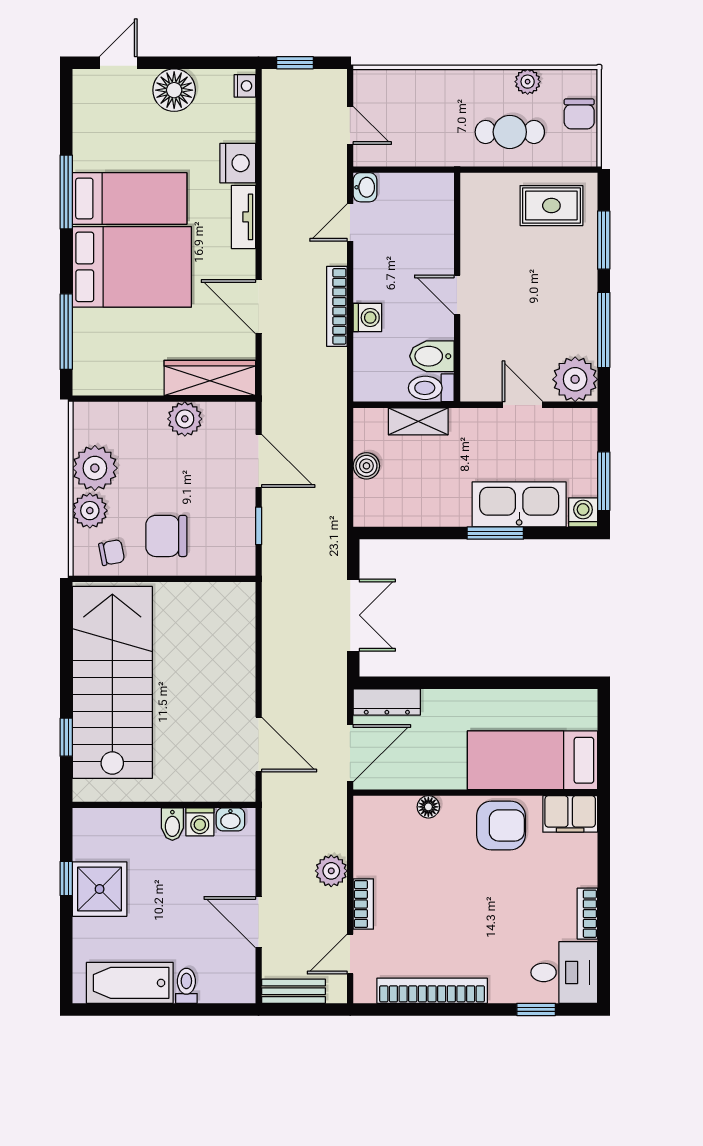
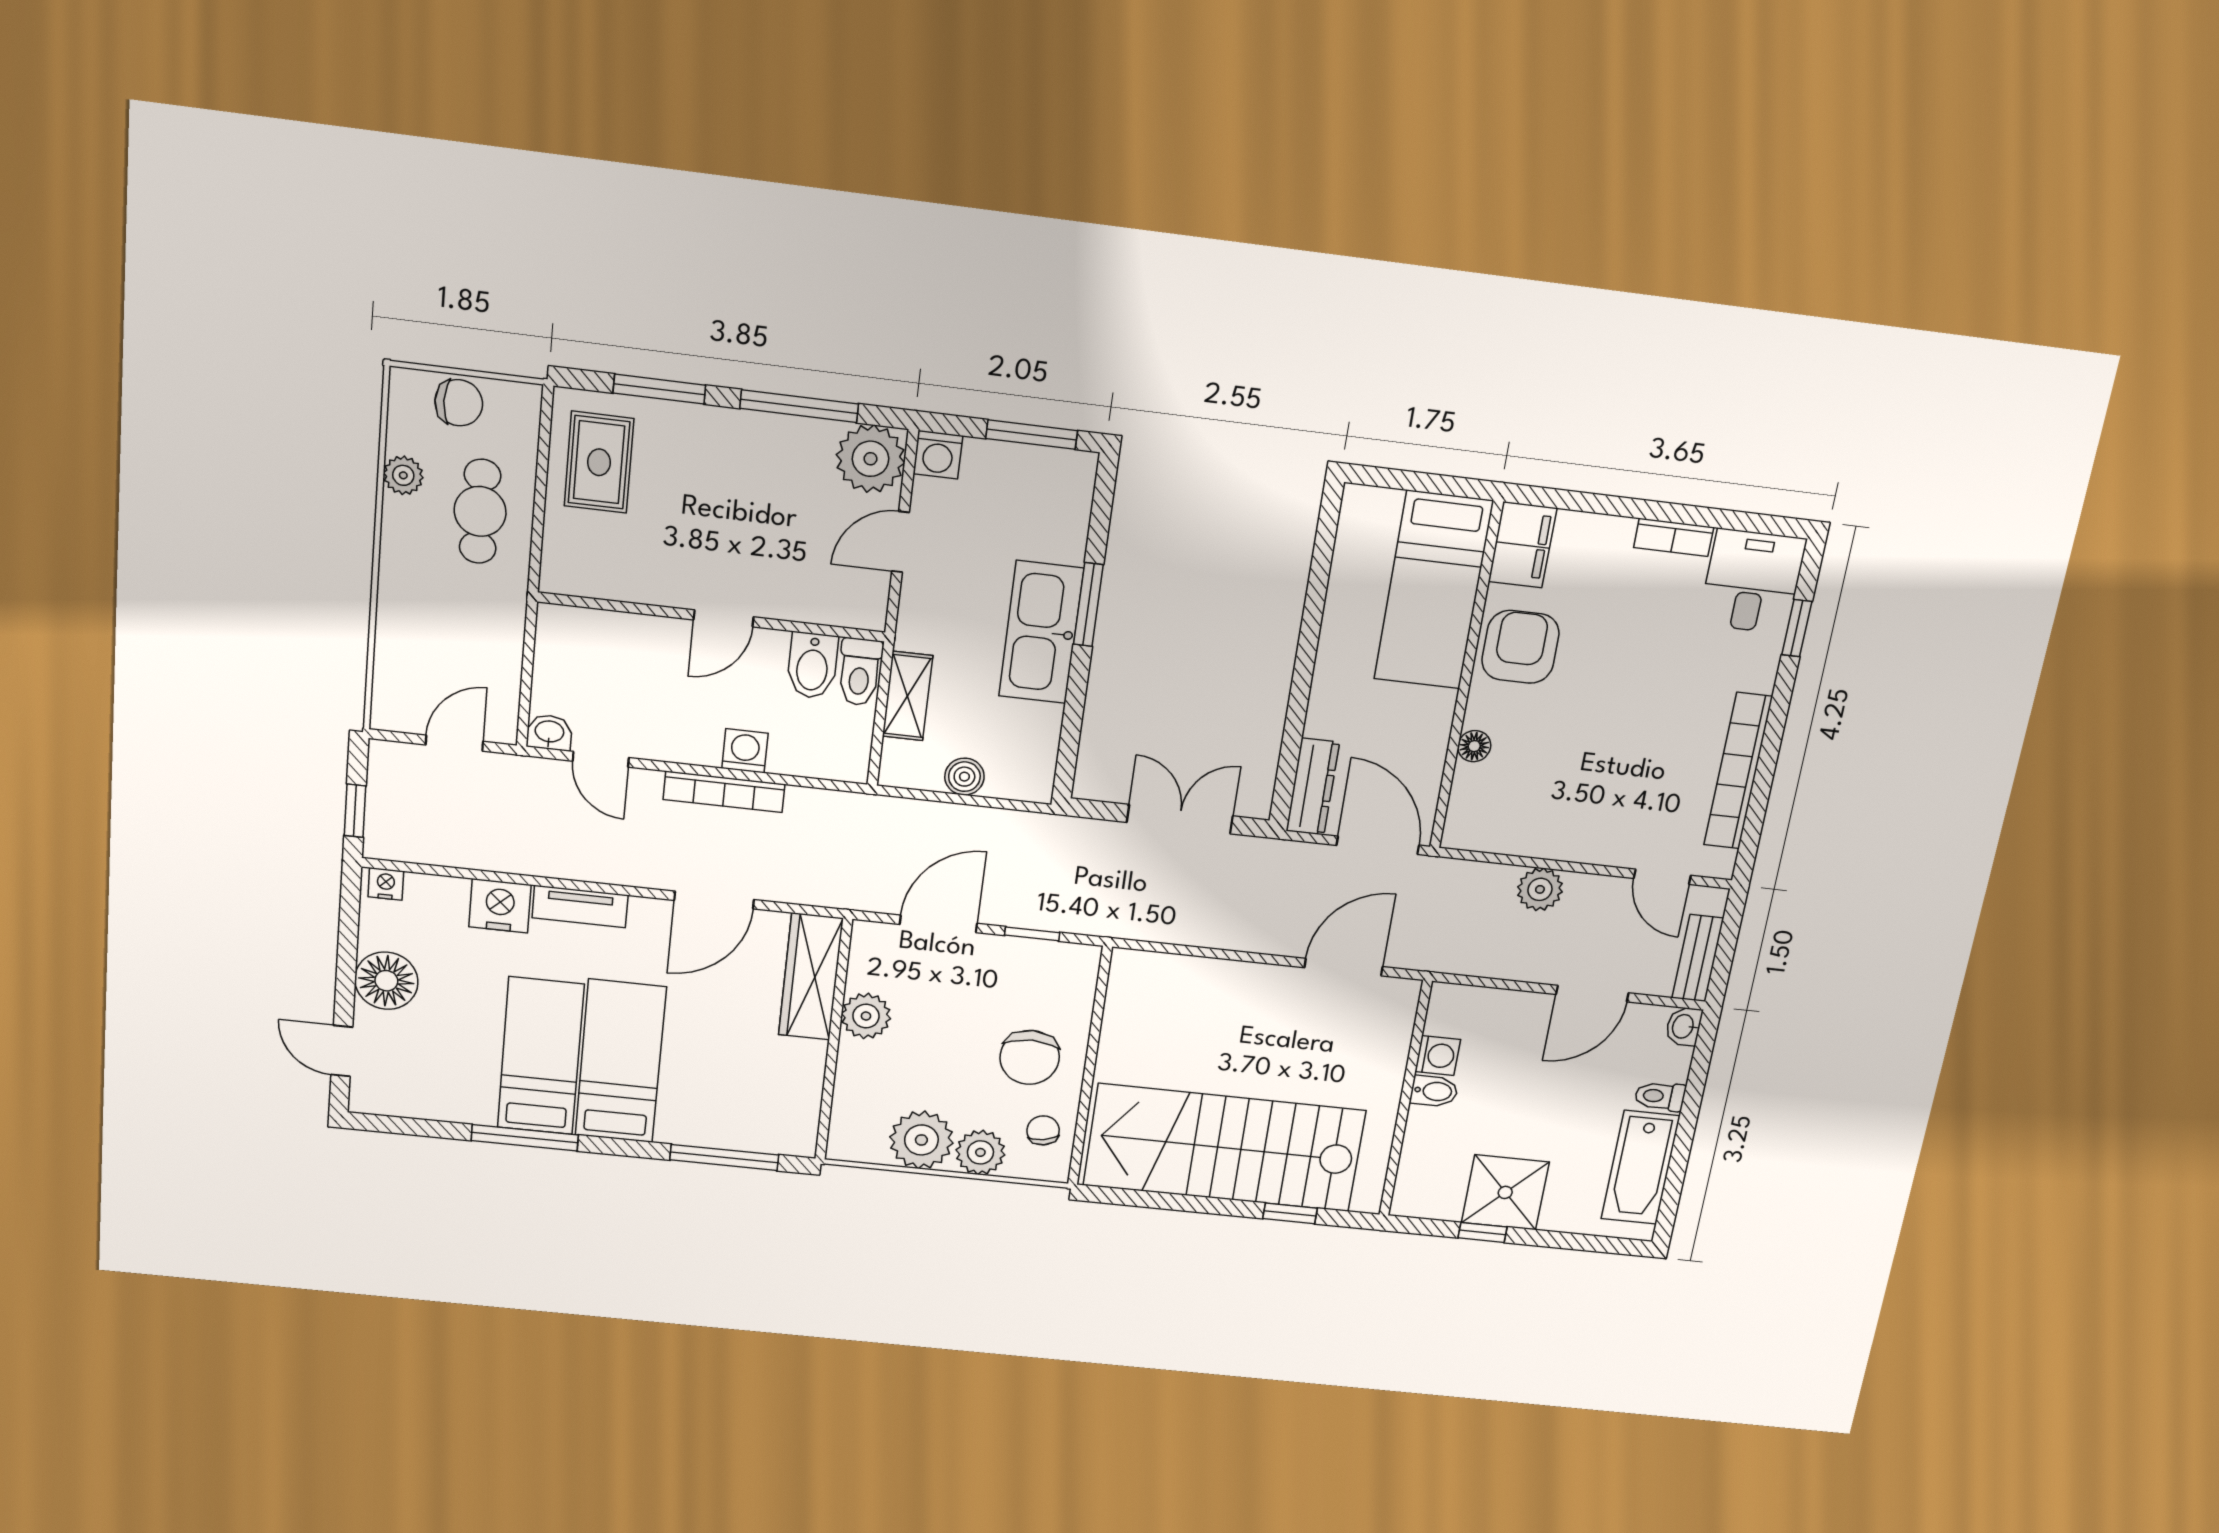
bed: (132, 267) -> (621, 1061), width x0.67
kitchen sink: (519, 504) -> (1041, 632), moved
washing machine: (583, 512) -> (938, 455), moved, turned -90
washbasin: (230, 819) -> (1684, 1026), moved, turned 180
bookcase: (363, 904) -> (1595, 851), removed

